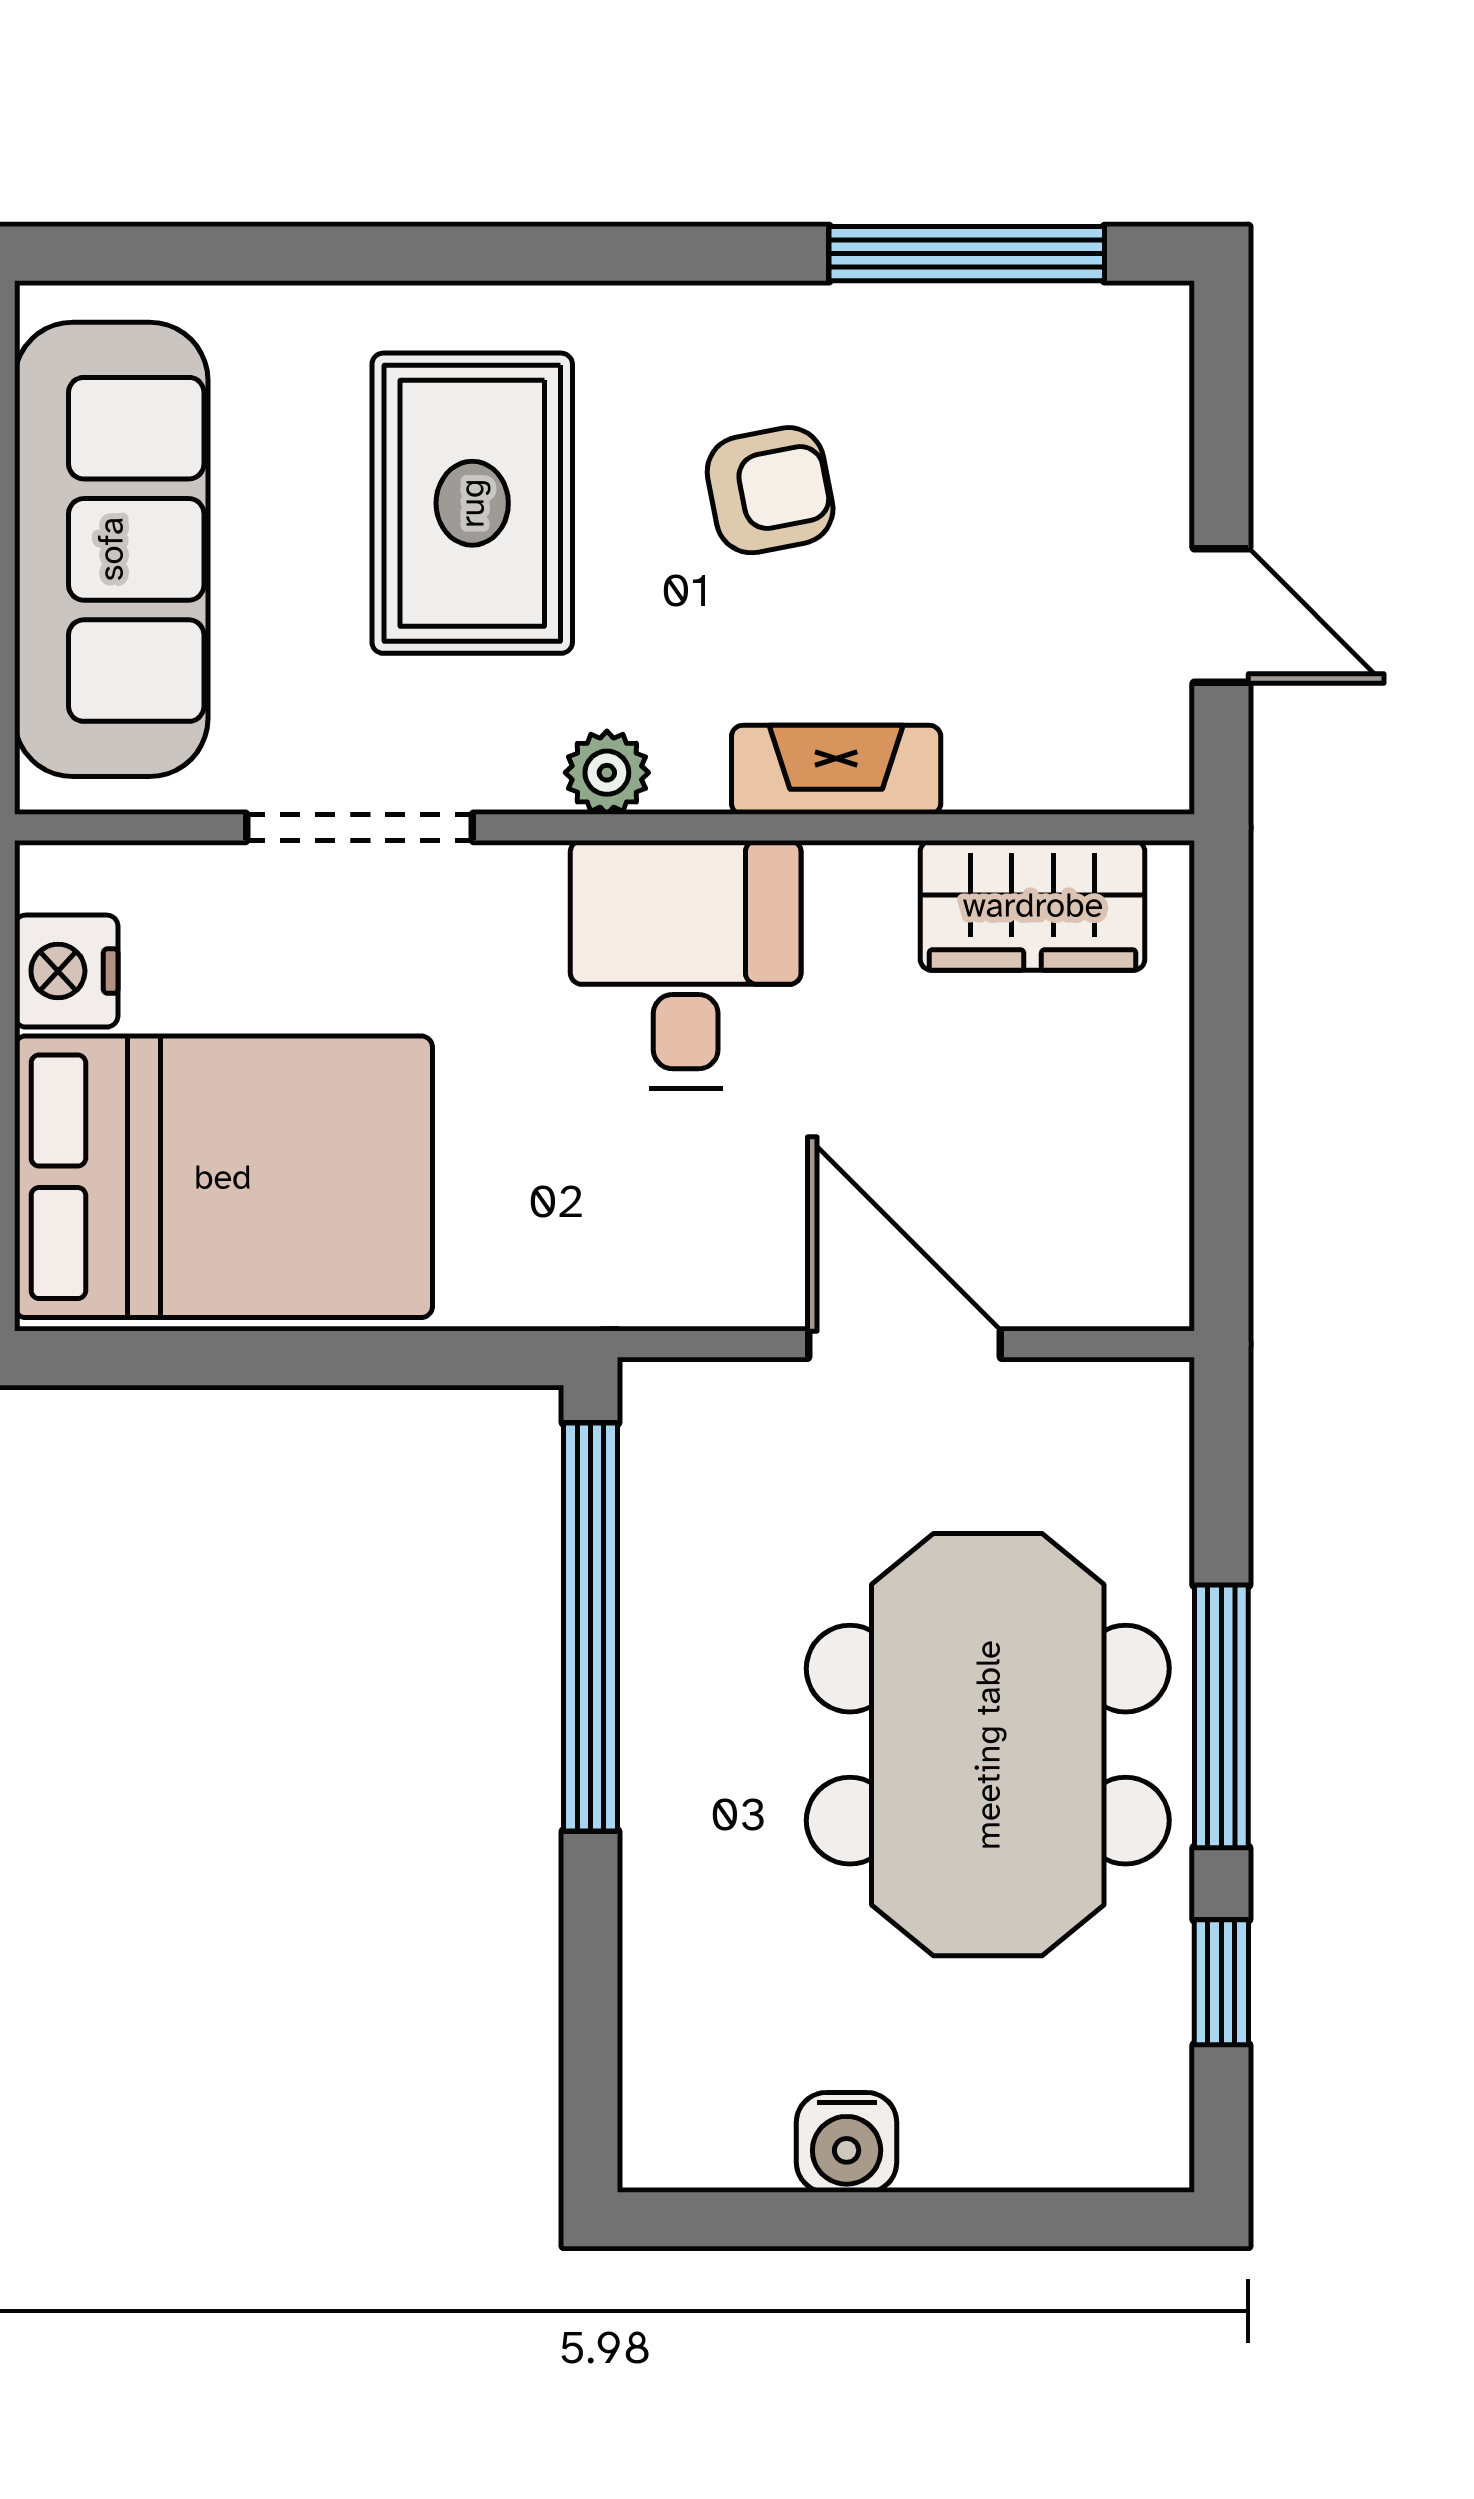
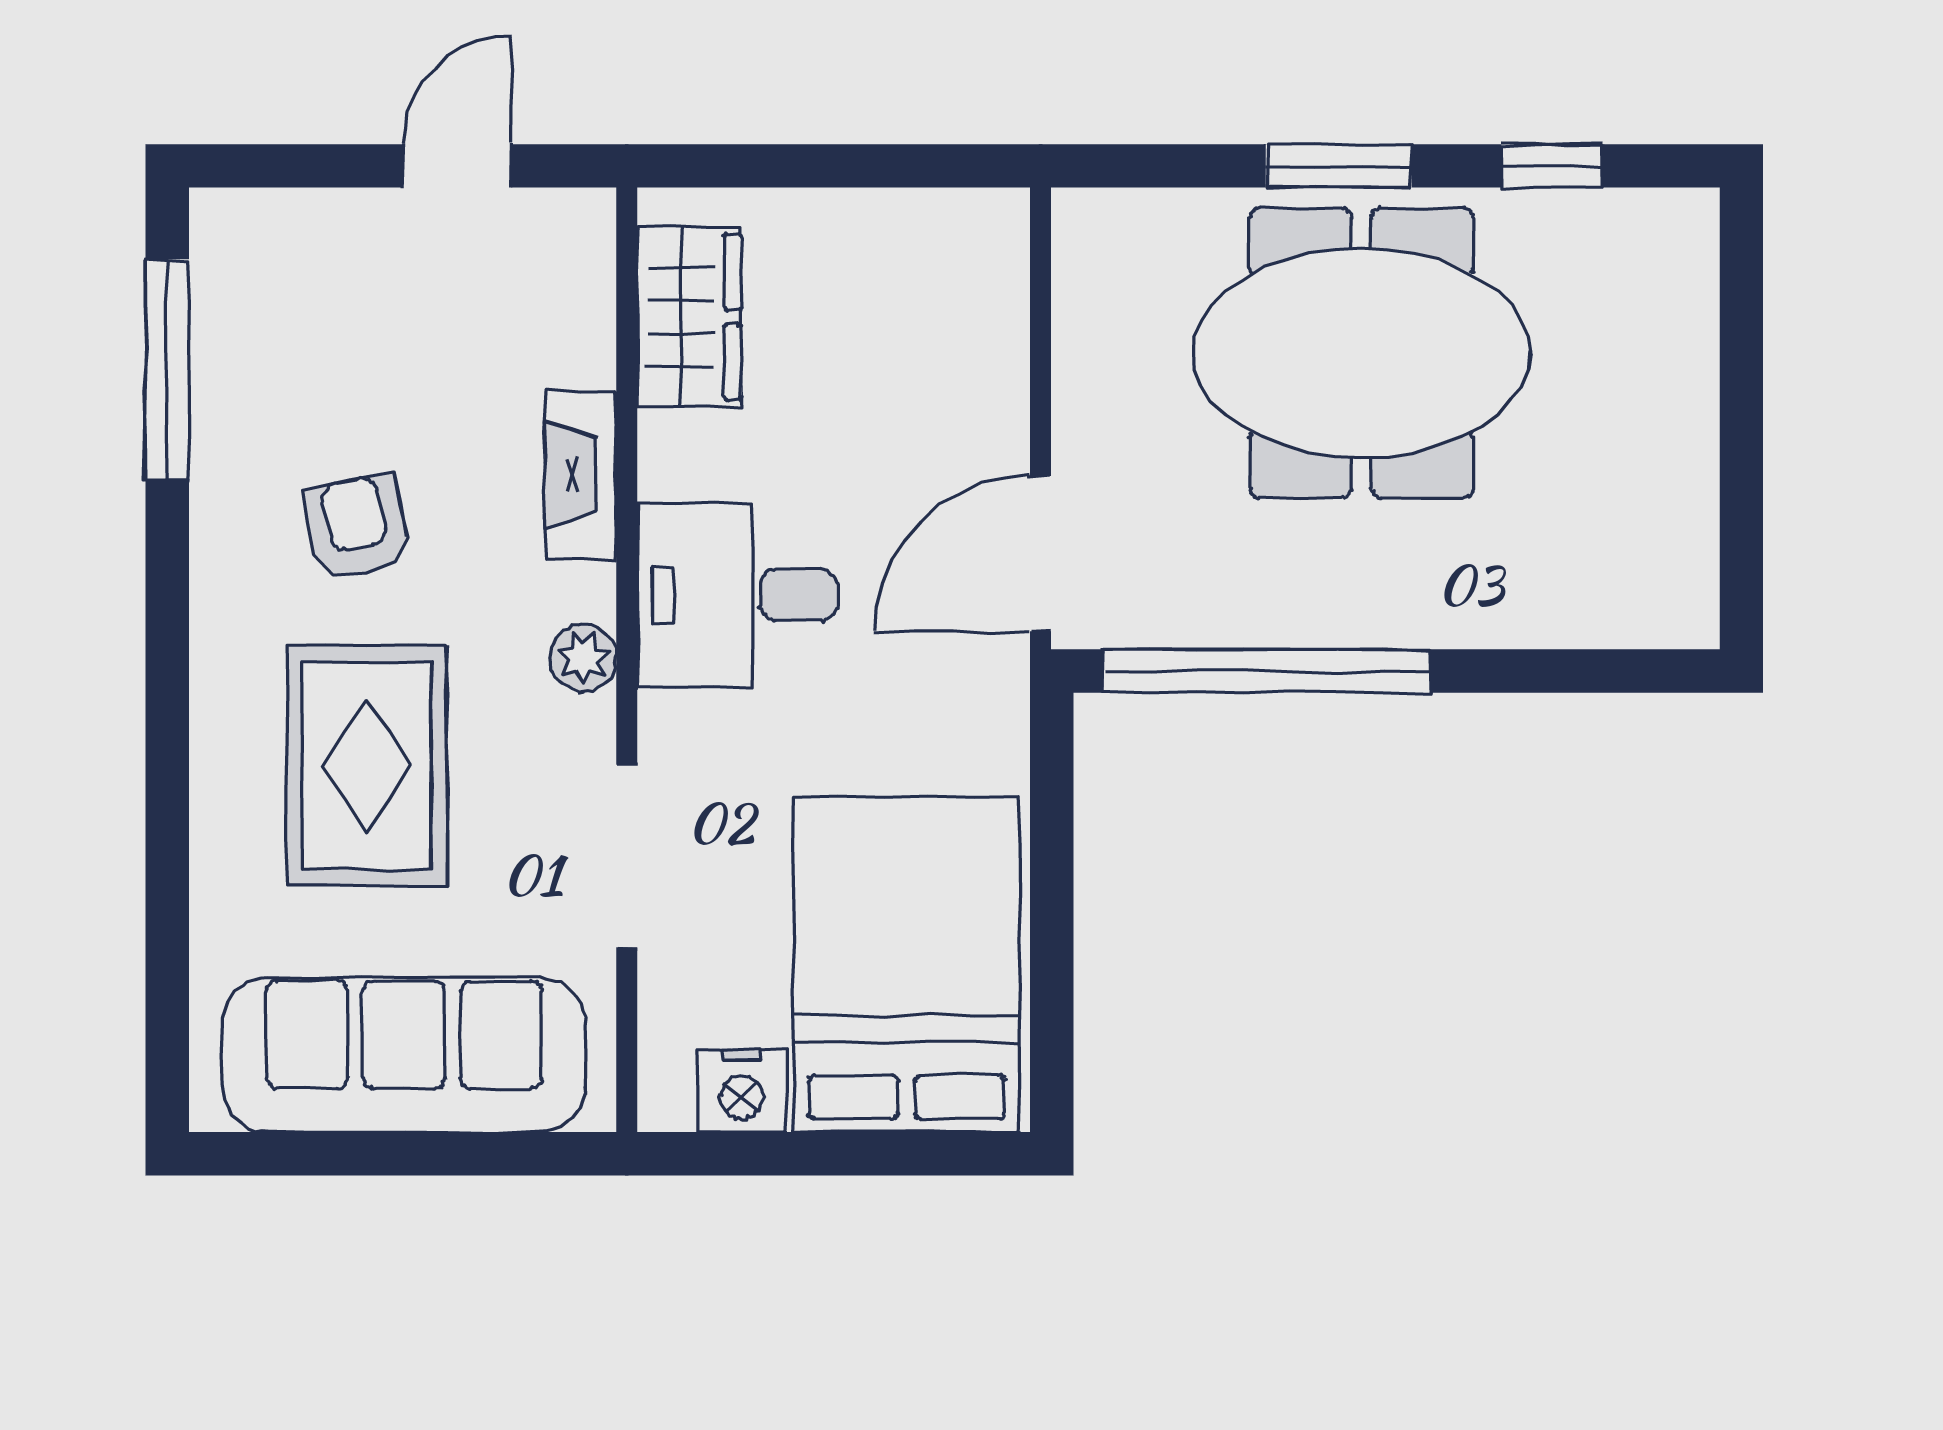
rug: (472, 503) -> (367, 766), turned 90
door: (905, 1344) -> (1041, 554), moved
window: (1221, 1716) -> (1339, 166), width x0.69
water cooler: (847, 2142) -> (1680, 466), removed

